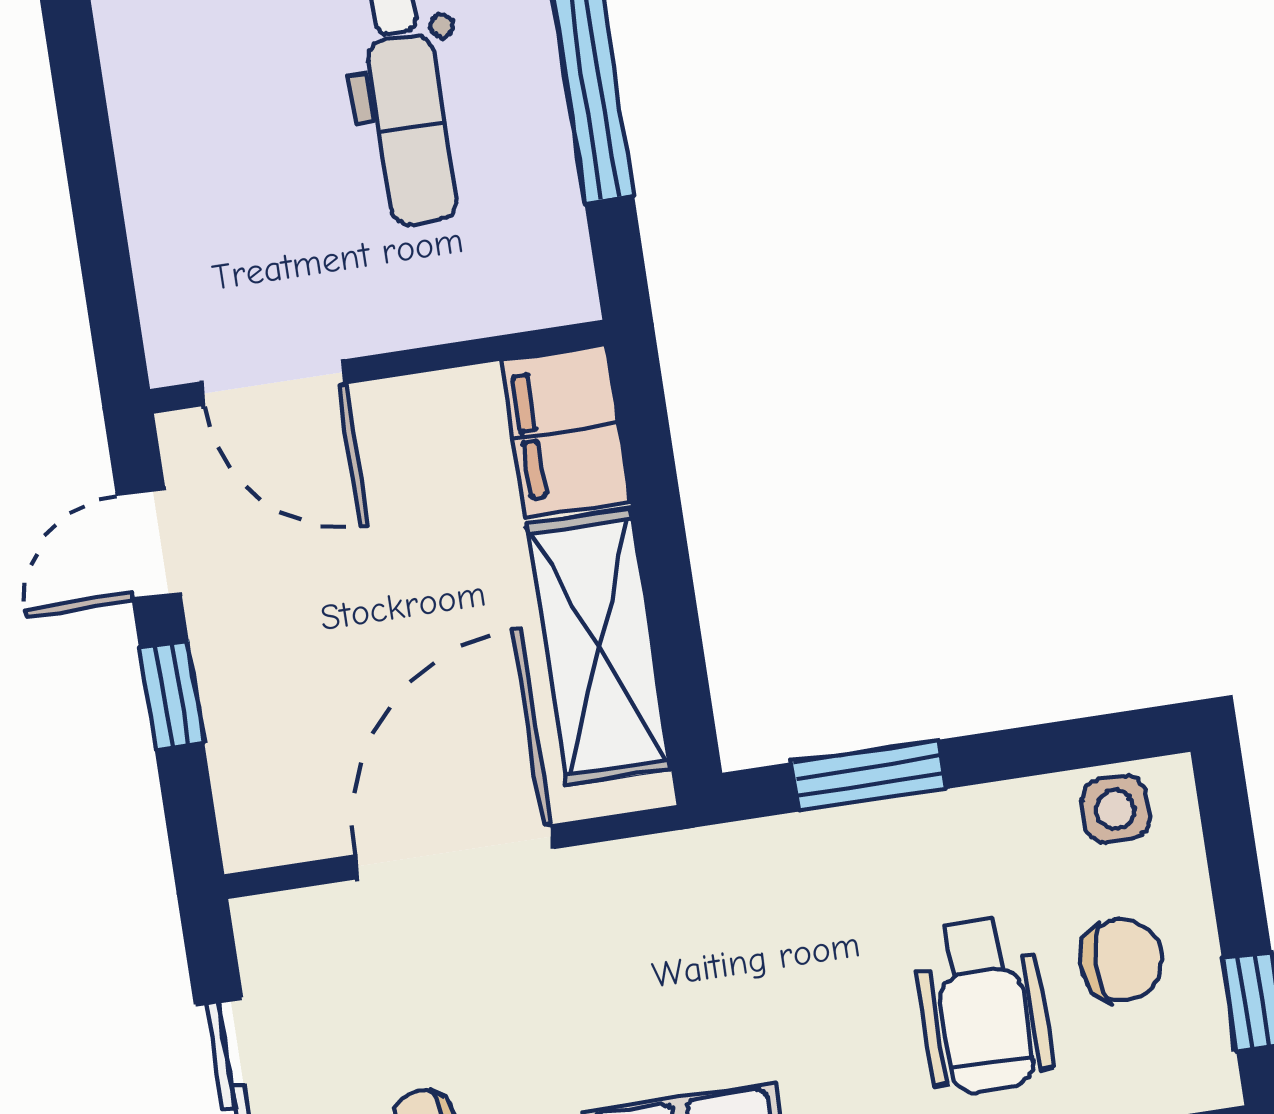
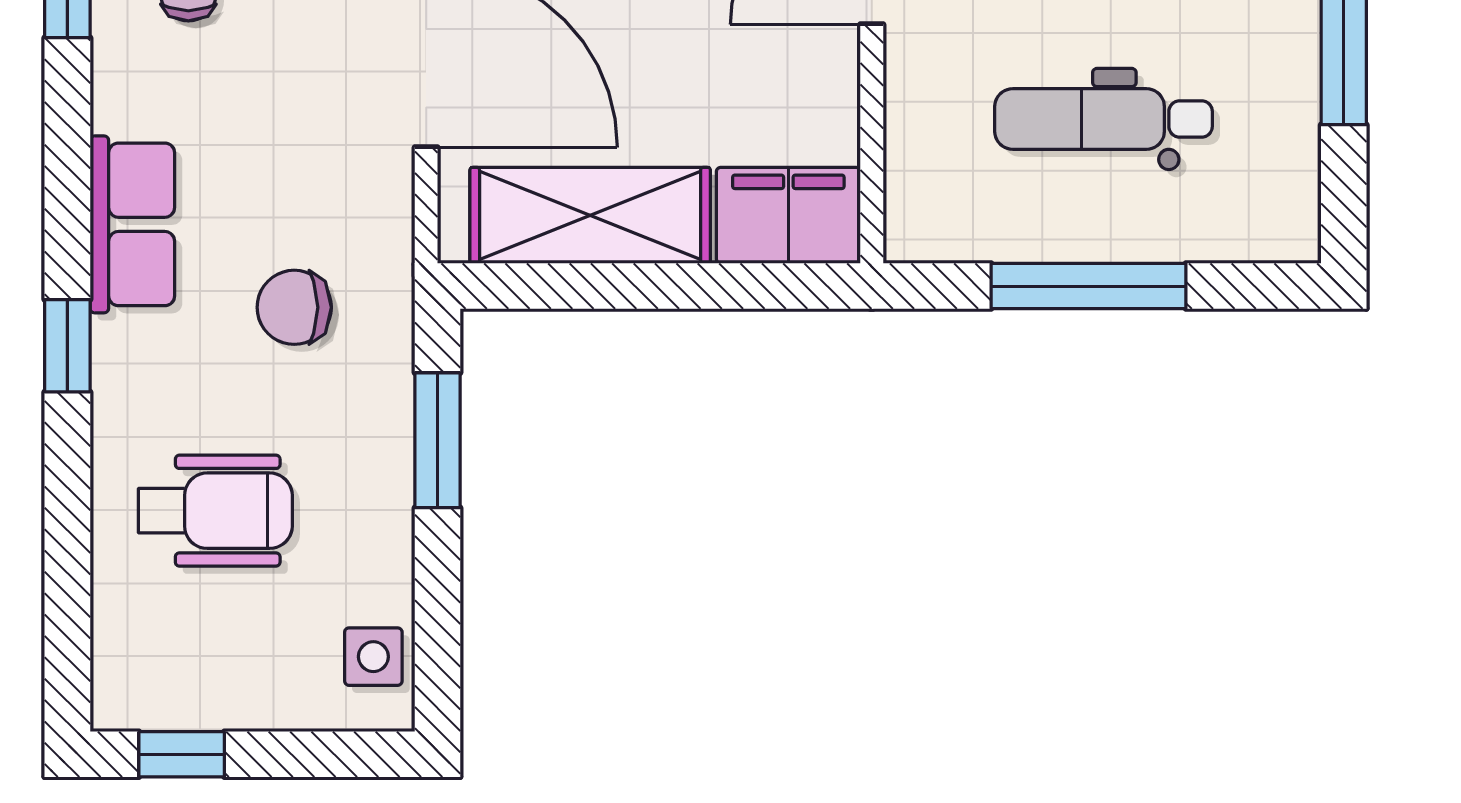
chair: (1121, 960) -> (294, 307), moved, turned 91
wheelchair: (983, 1006) -> (215, 511), turned 180

